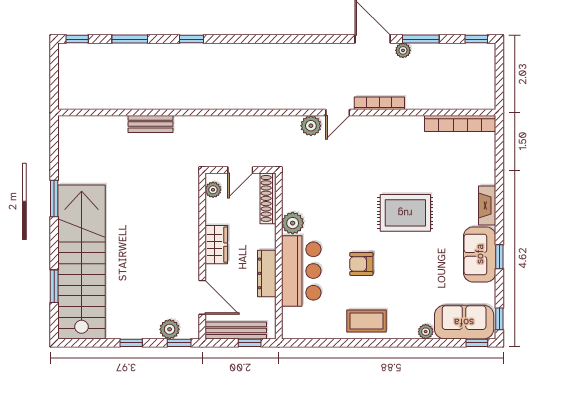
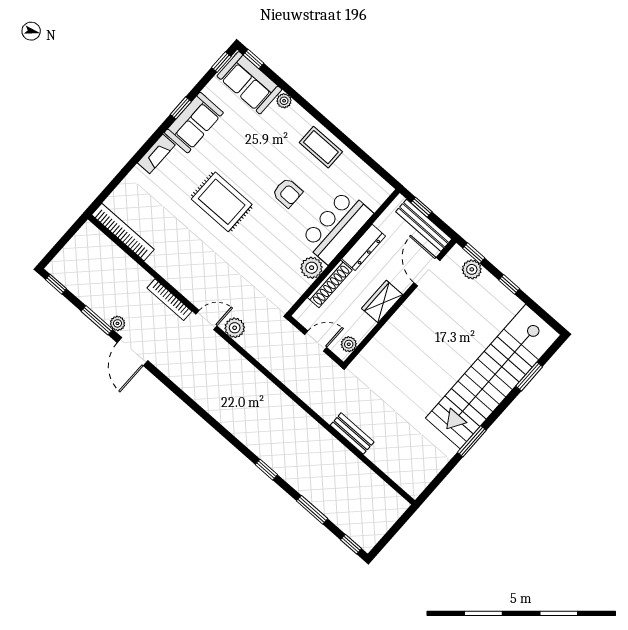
shoe rack: (268, 198) -> (330, 284), moved

